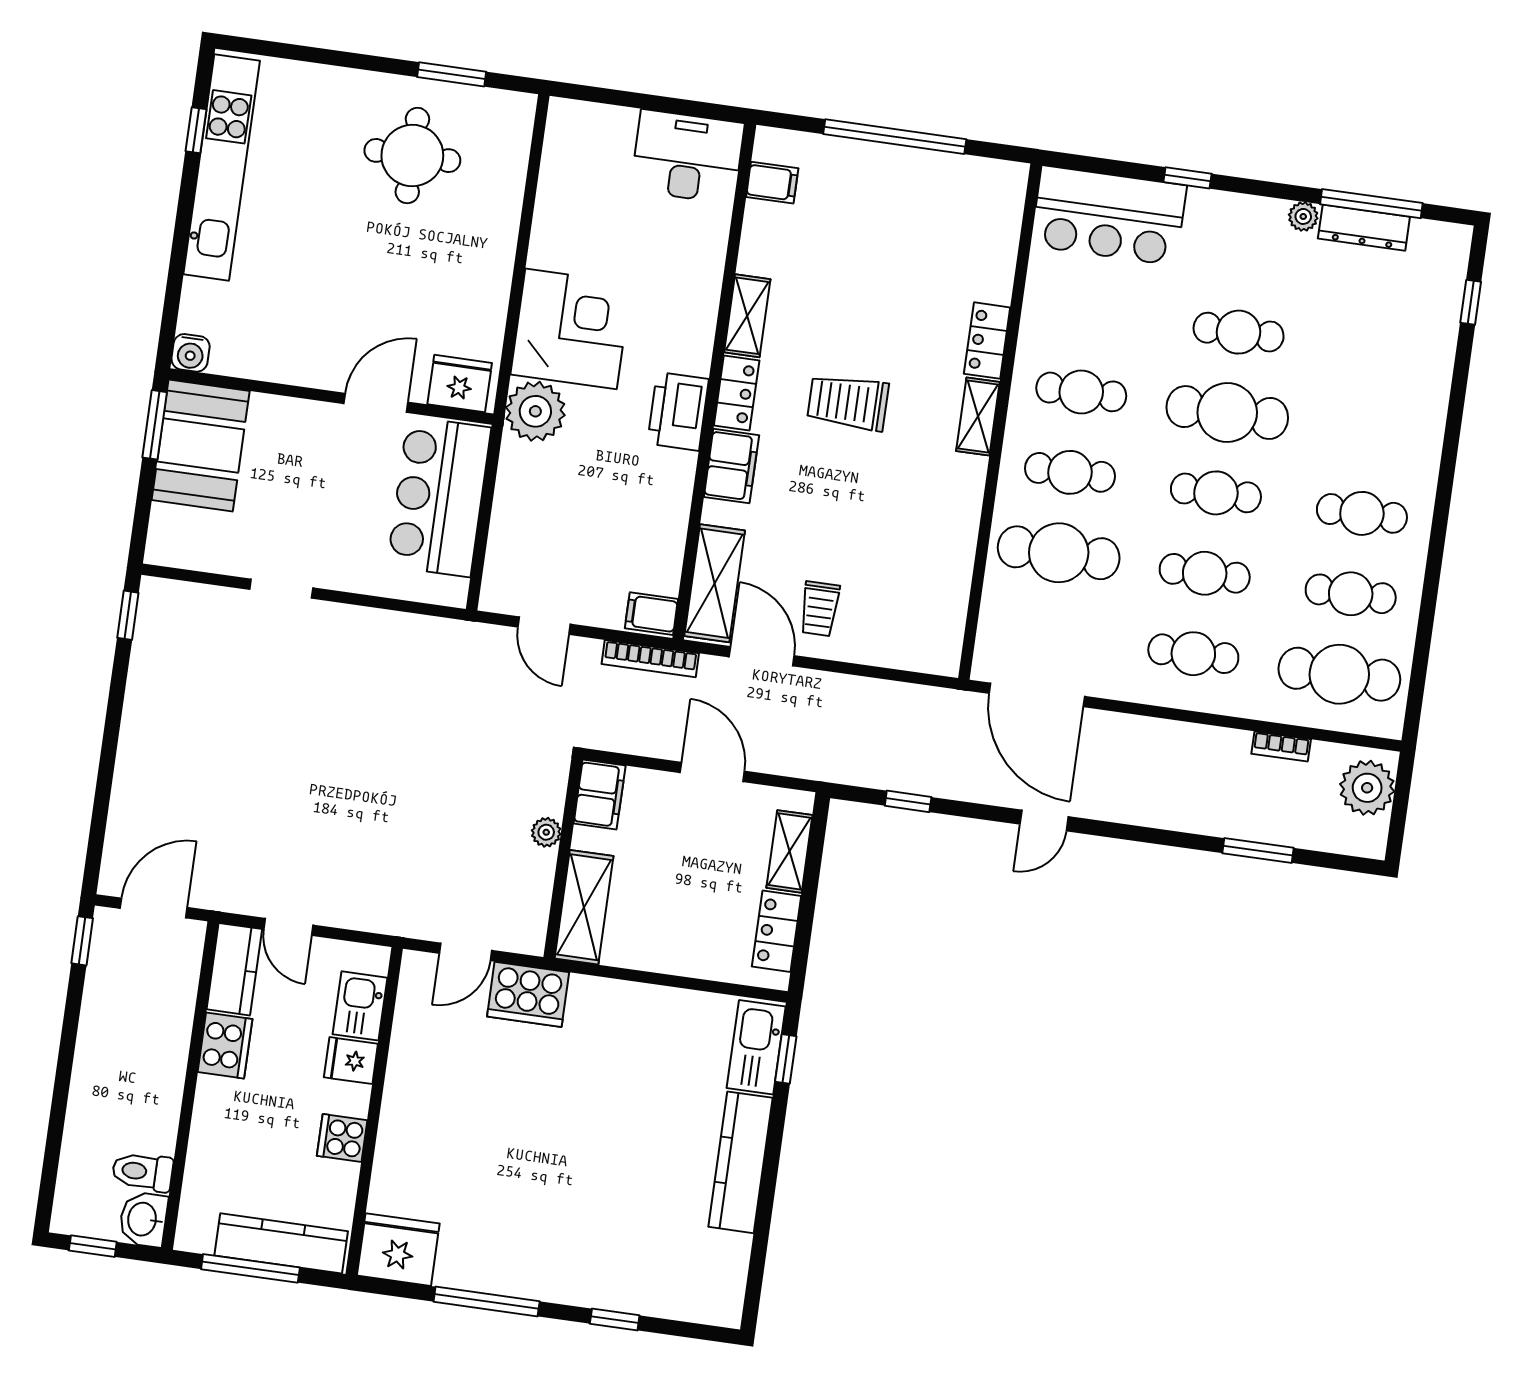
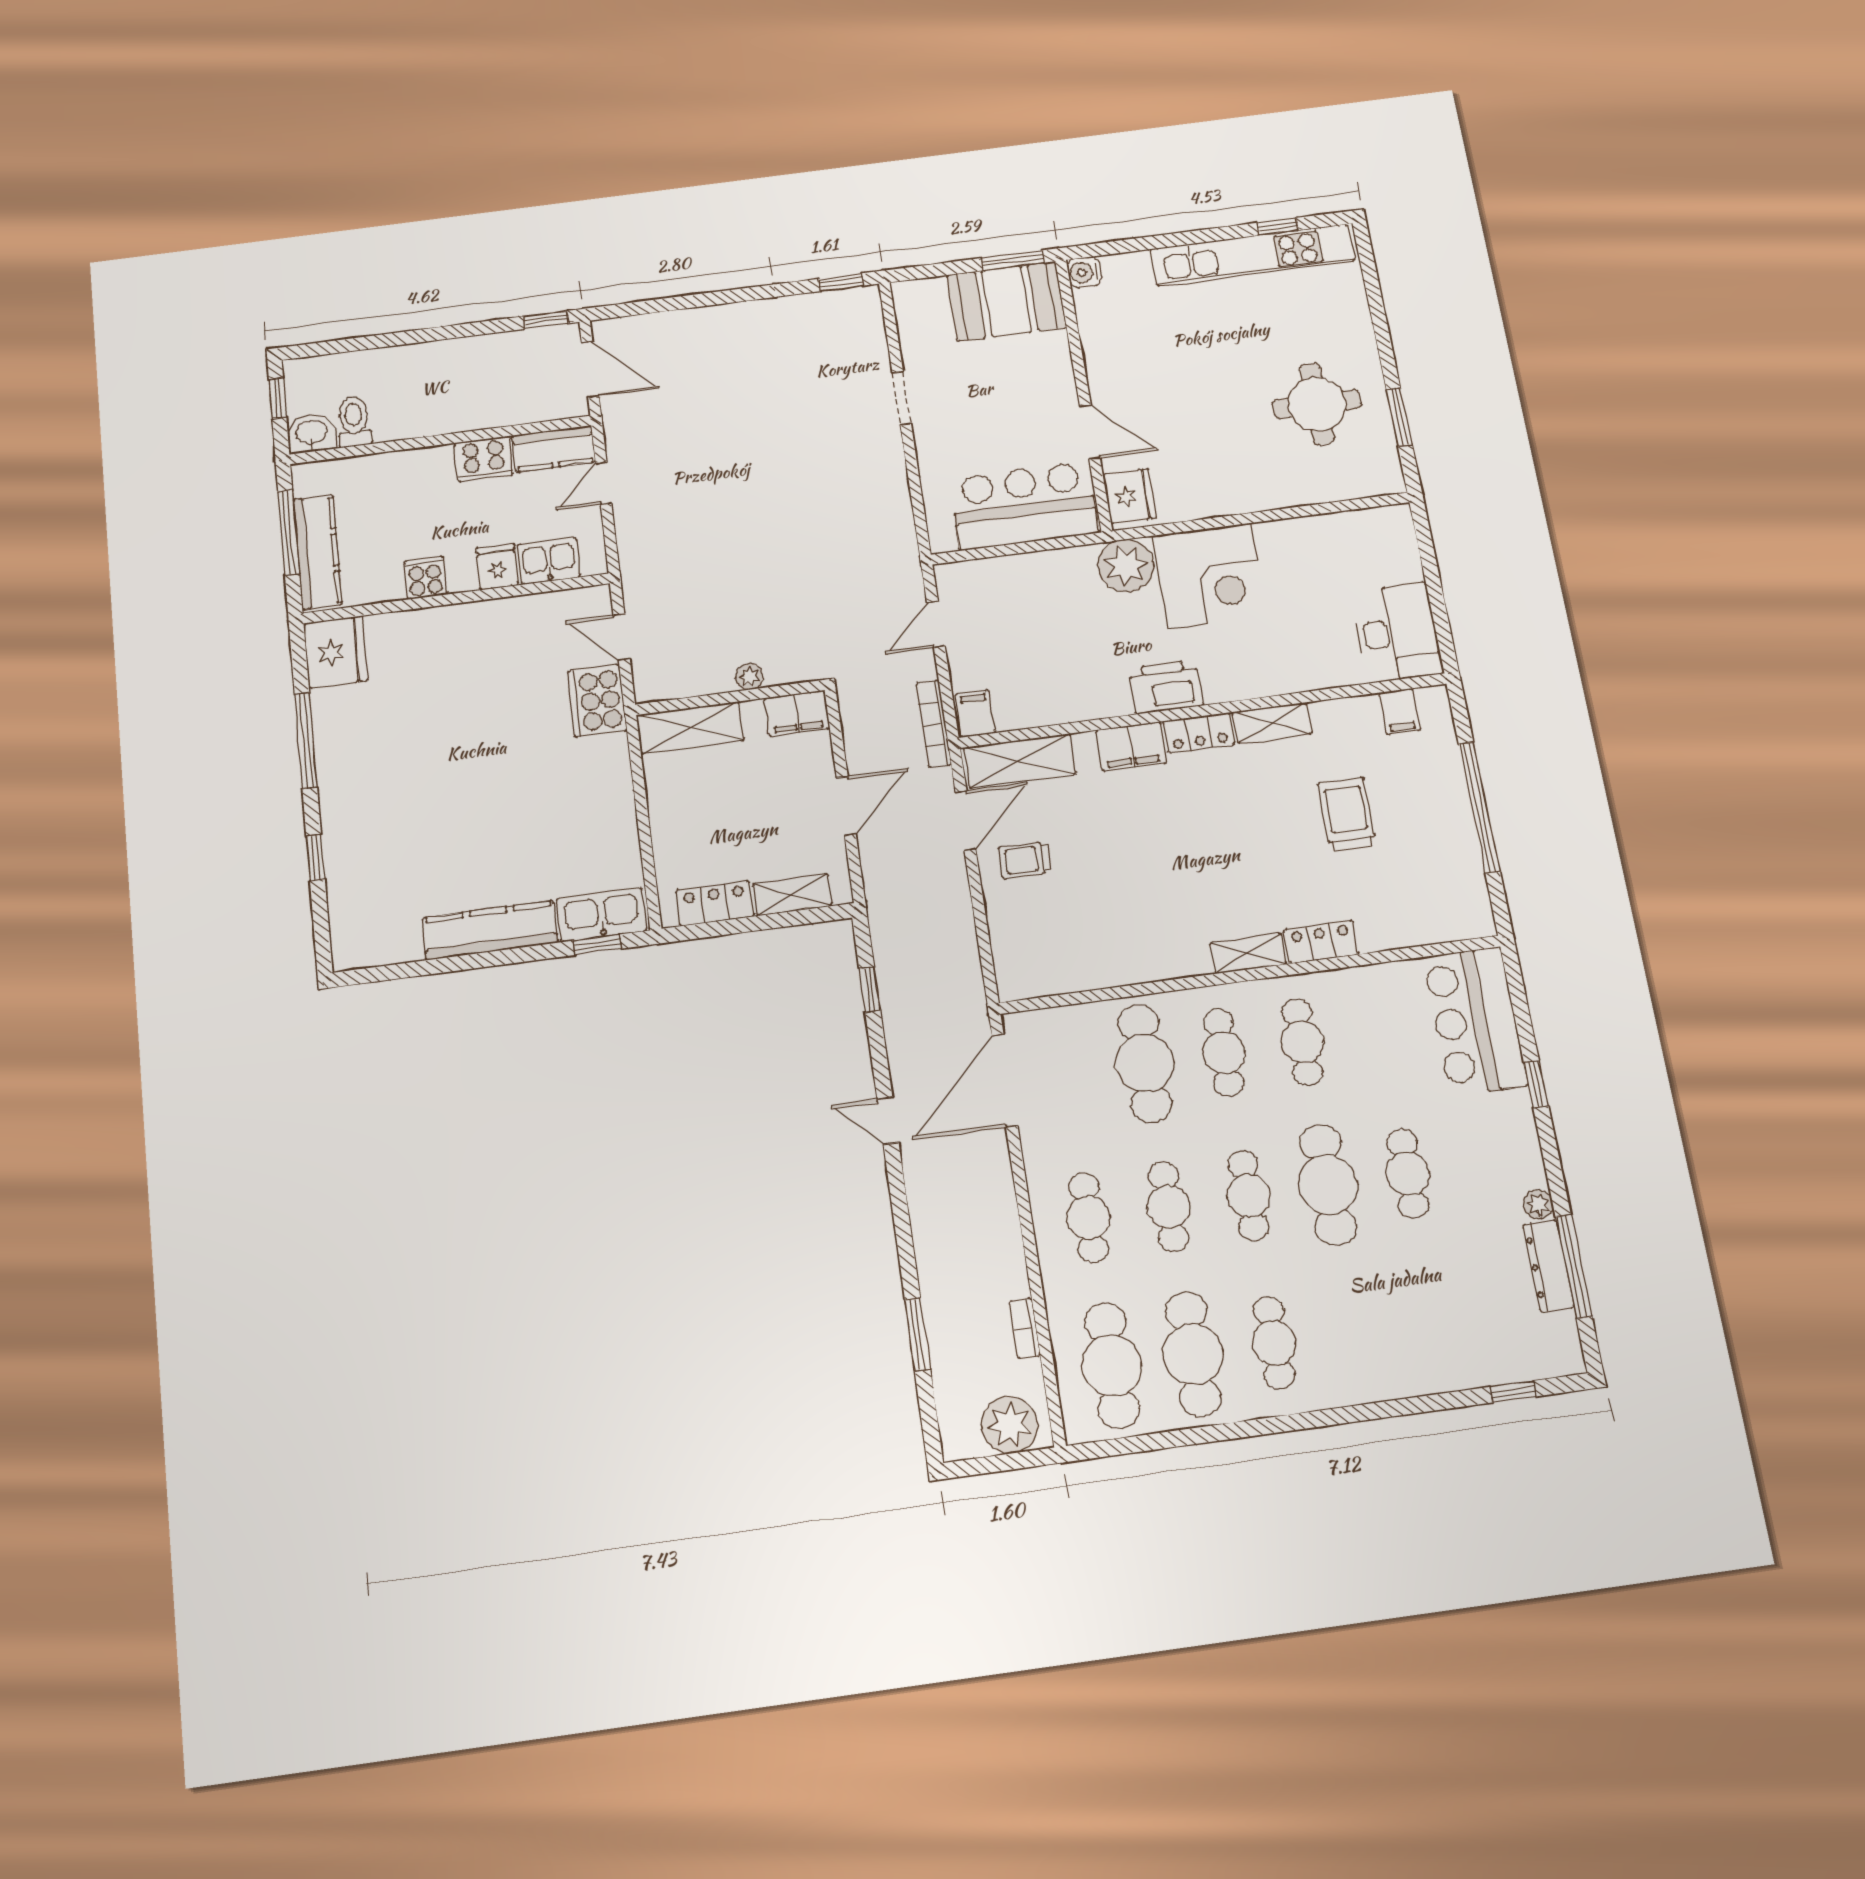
trolley: (848, 402) -> (1347, 814), moved
cafe table: (1351, 594) -> (1193, 1354), width x1.37, depth x1.35

